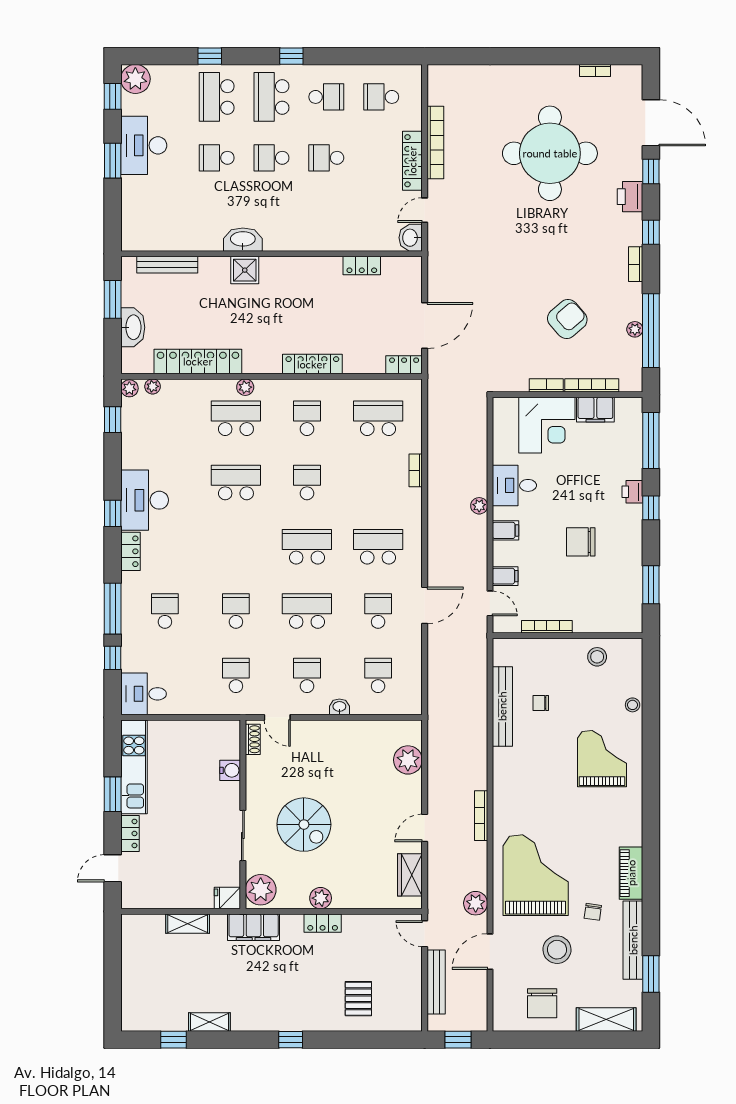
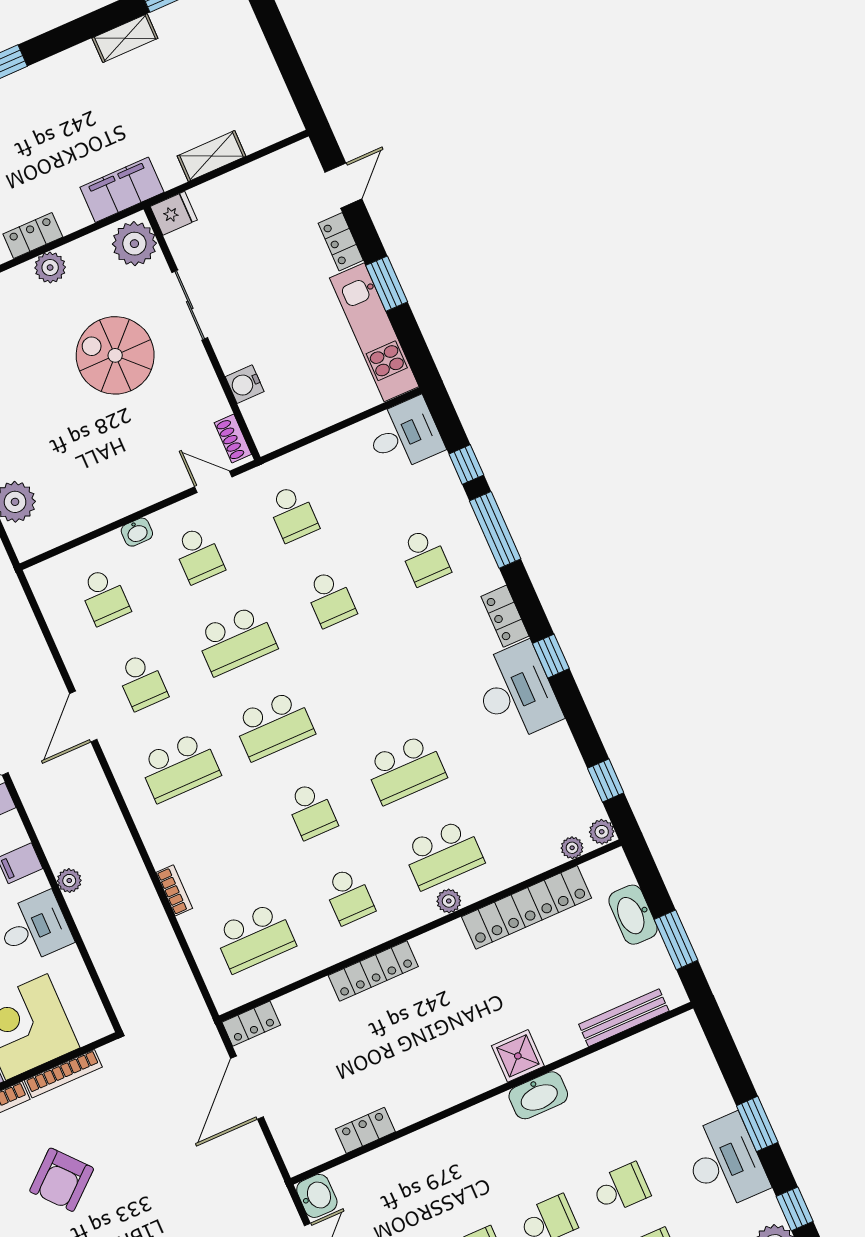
bookcase: (546, 385) -> (63, 1074), width x1.56

